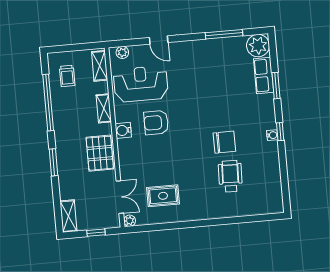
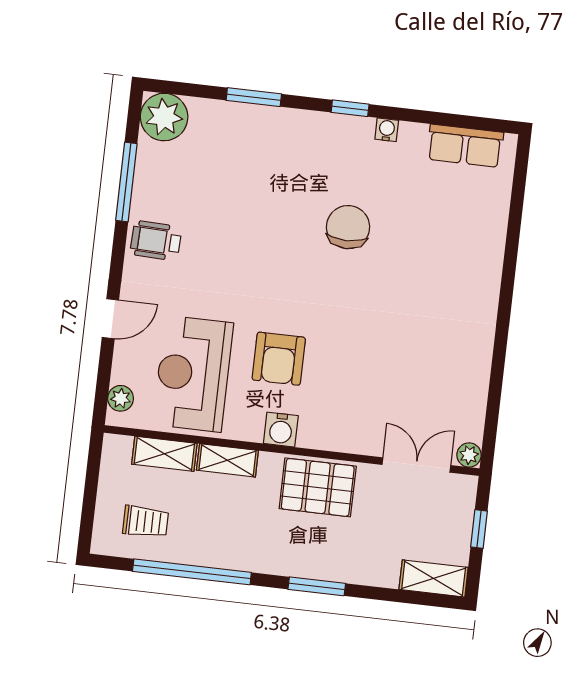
shelving: (100, 66) -> (164, 454), moved
row of seats: (264, 75) -> (465, 146), moved
water cooler: (272, 135) -> (387, 130), moved
wheelchair: (230, 176) -> (156, 241), moved, width x0.73, depth x0.73
rug: (163, 196) -> (432, 376), removed

